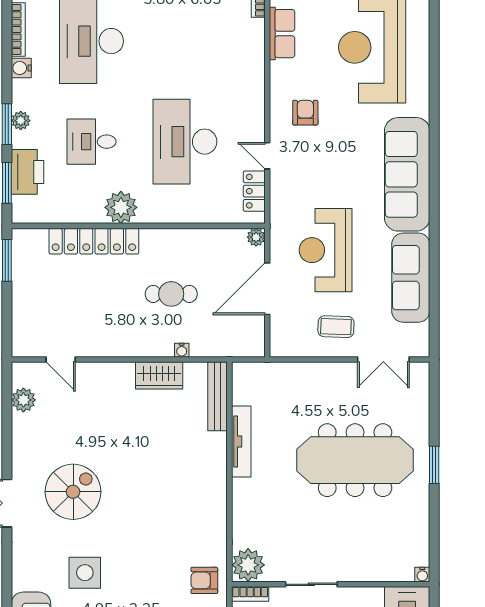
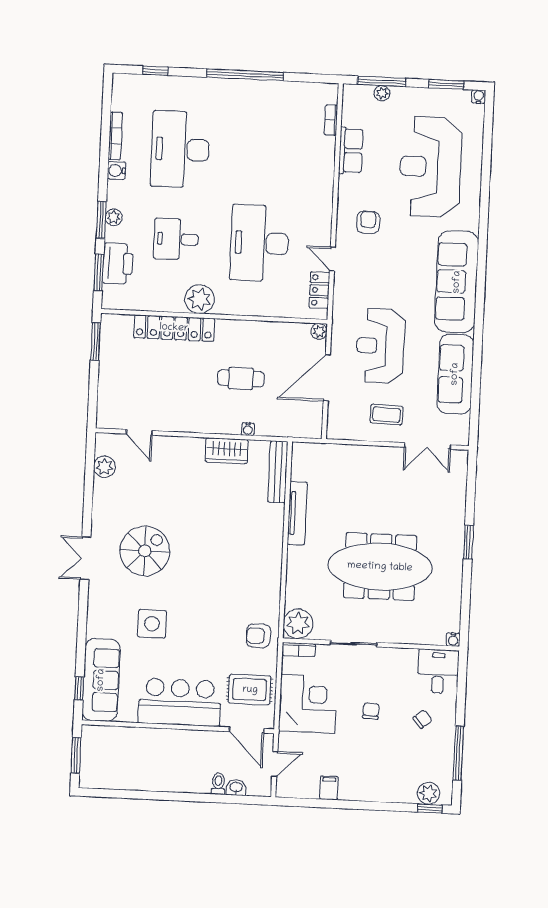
meeting table: (355, 460) -> (380, 567), moved

